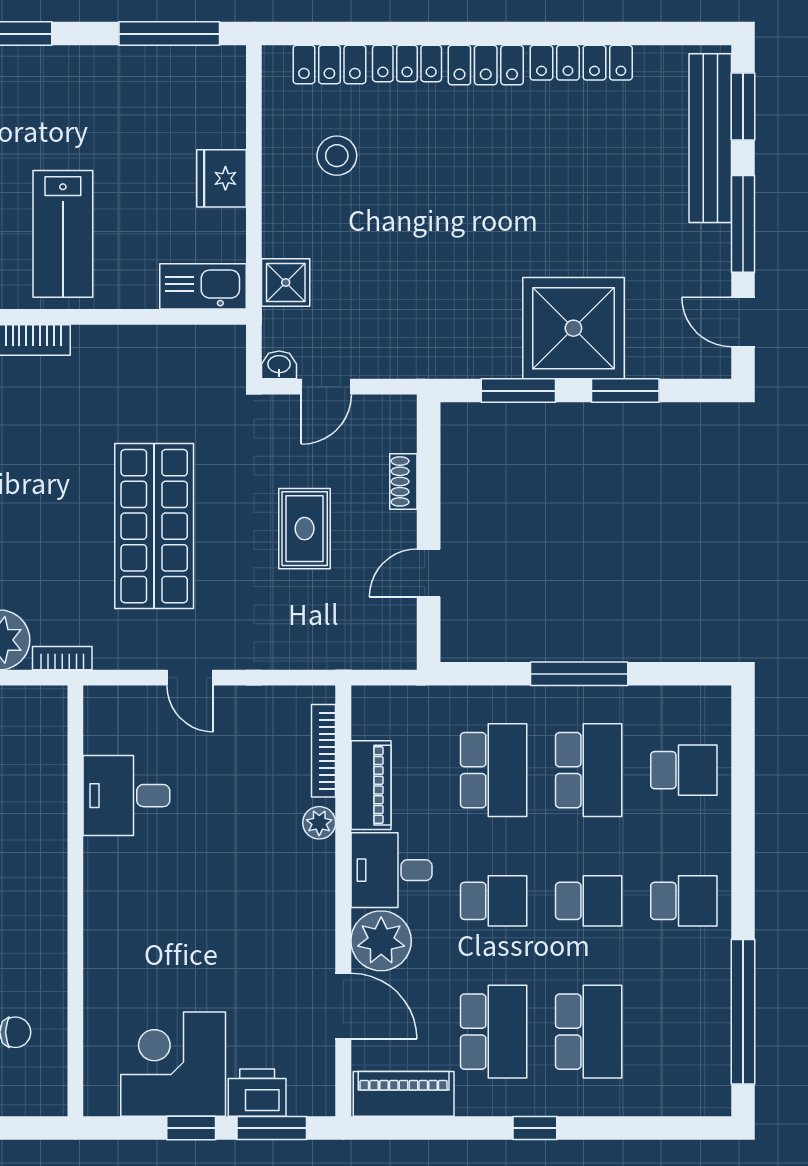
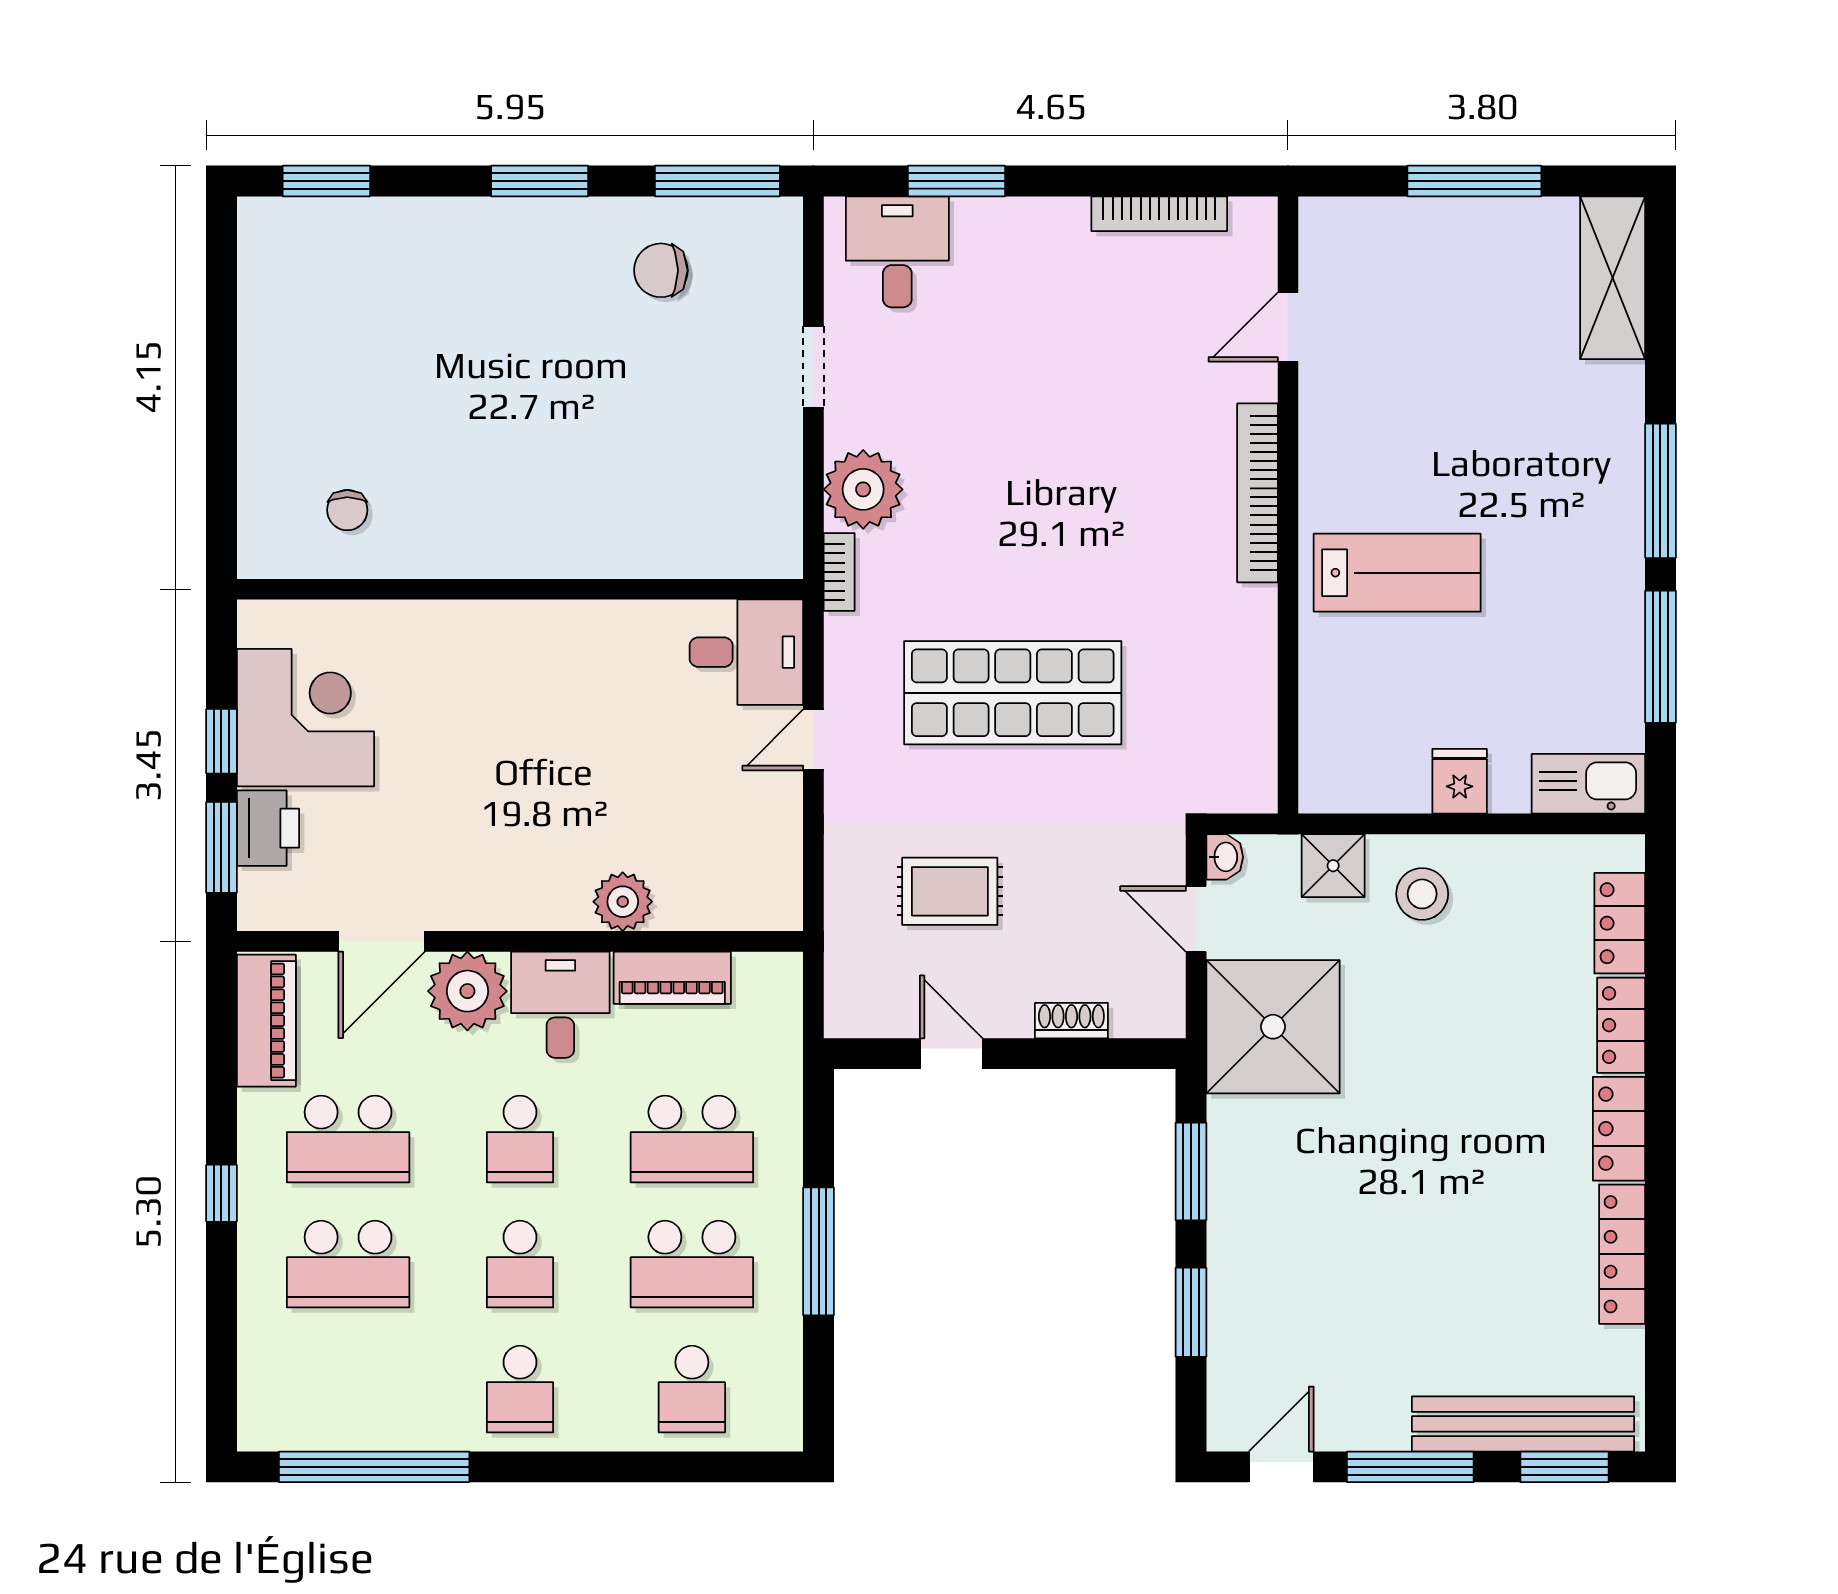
window: (169, 34) -> (1660, 657), moved
stool: (337, 156) -> (1422, 894), moved
fridge: (222, 178) -> (1460, 781), width x0.72
lab bench: (63, 234) -> (1397, 573), turned 180
kitchen sink: (203, 286) -> (1588, 784), moved, turned -90
shower: (573, 328) -> (1273, 1027), moved
rug: (305, 529) -> (950, 891), moved
bookcase: (324, 751) -> (717, 915), removed
desk: (126, 796) -> (746, 652), moved, turned 90
plant: (319, 823) -> (623, 902), width x1.38, depth x1.38

